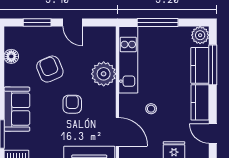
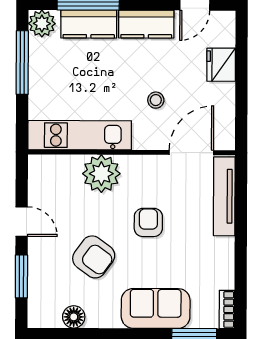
door: (72, 23) -> (22, 222), hinge flipped
window: (158, 23) -> (22, 63), moved
armchair: (50, 69) -> (94, 257), turned -121
armchair: (72, 104) -> (148, 222), turned 90

